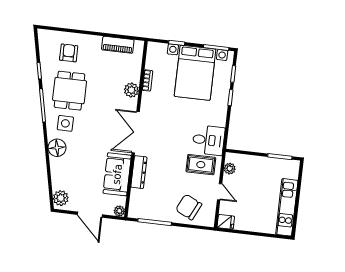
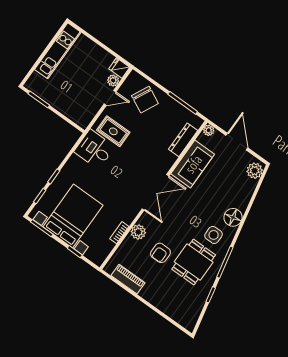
armchair: (69, 53) -> (161, 253), moved
plant: (230, 169) -> (113, 81), moved
dresser: (139, 172) -> (183, 140), moved
door: (220, 192) -> (110, 98), swing flipped

